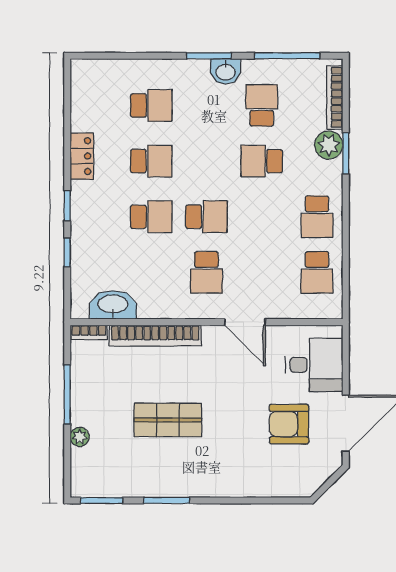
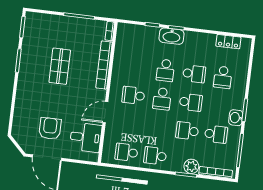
locker: (82, 156) -> (228, 42), moved
school desk: (151, 161) -> (194, 74), turned -90
school desk: (206, 161) -> (191, 102), added
school desk: (262, 161) -> (187, 131), turned -90
washbasin: (113, 305) -> (172, 36), moved, turned 90
desk: (314, 365) -> (86, 137), moved, turned -90
plant: (80, 437) -> (56, 20), removed

